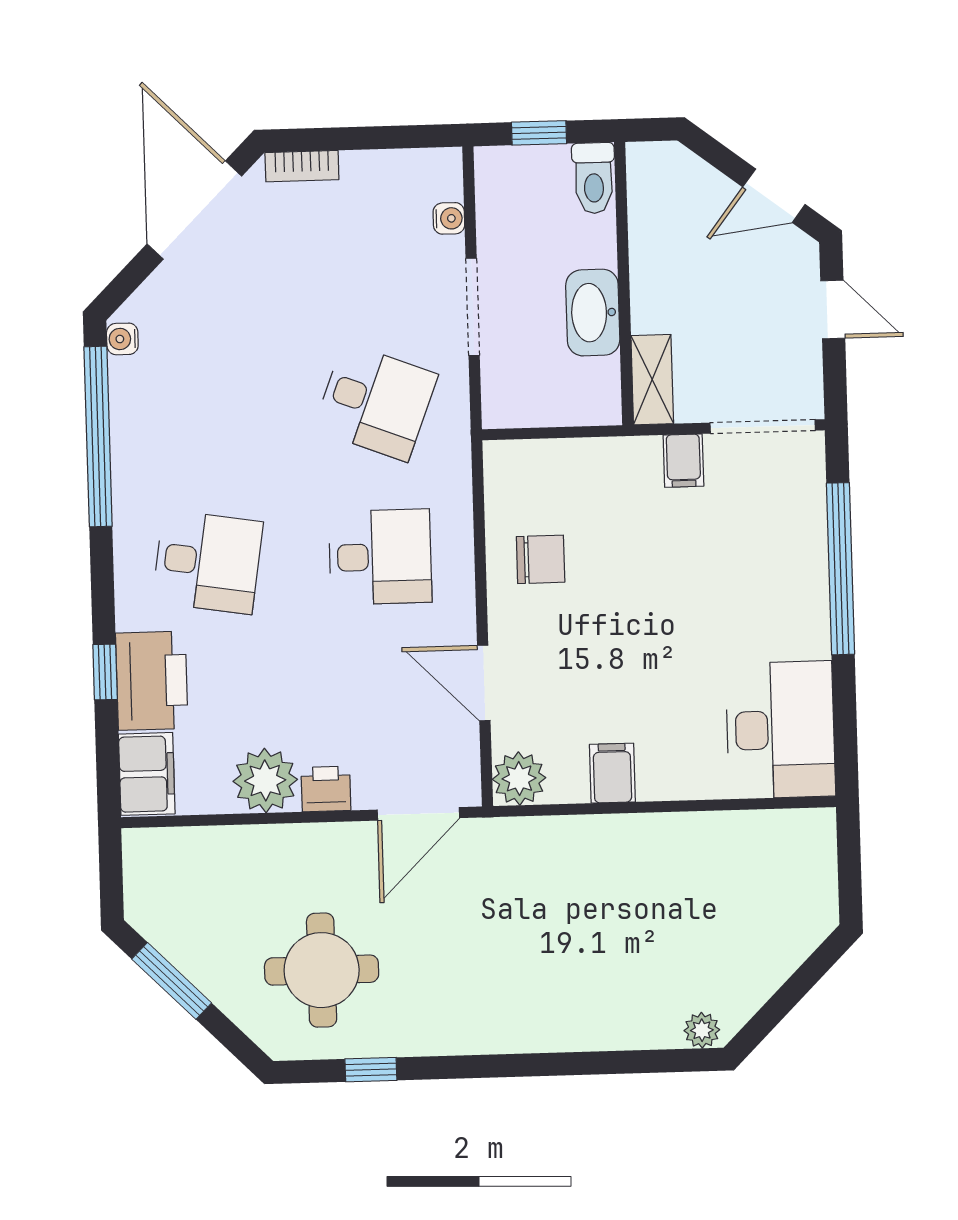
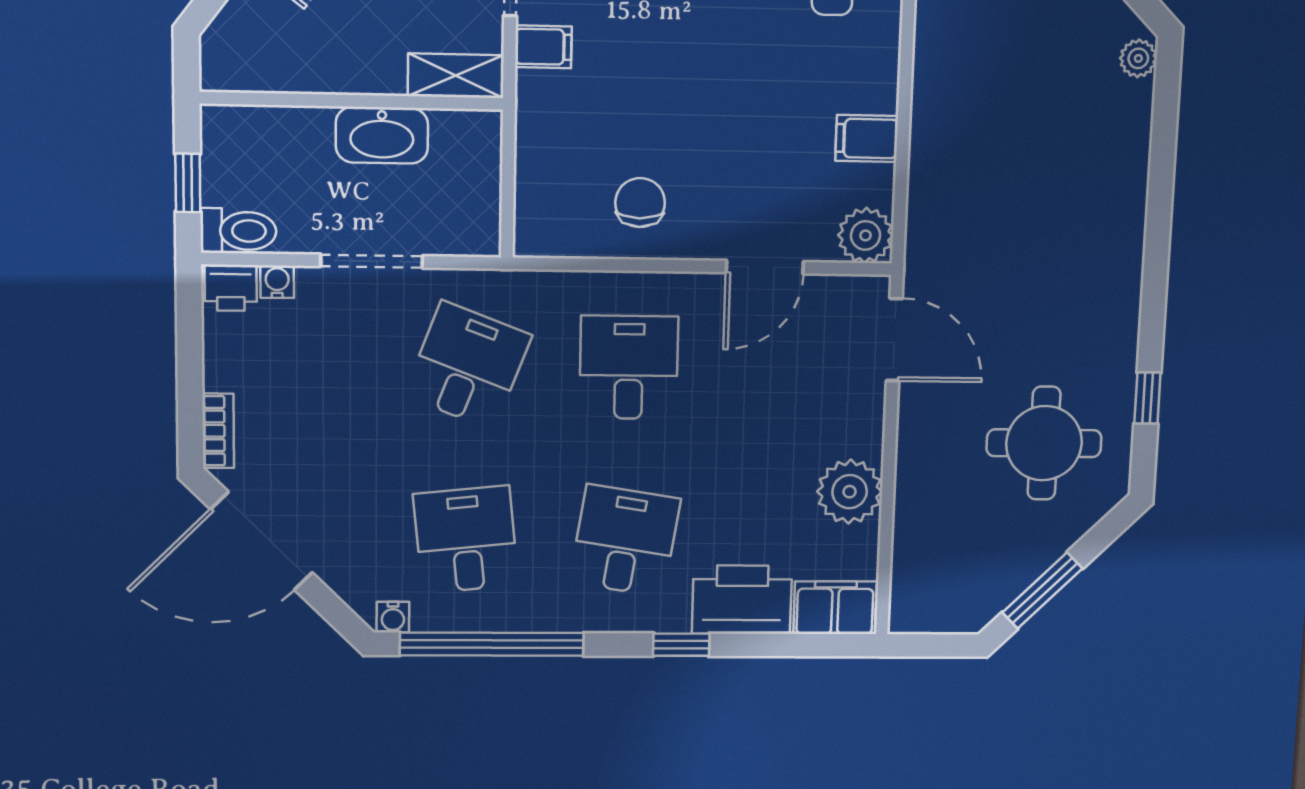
toilet: (594, 178) -> (238, 231), moved
desk: (203, 407) -> (466, 540), added
window: (105, 672) -> (681, 645), moved
printer: (326, 789) -> (231, 288), moved, turned -90

